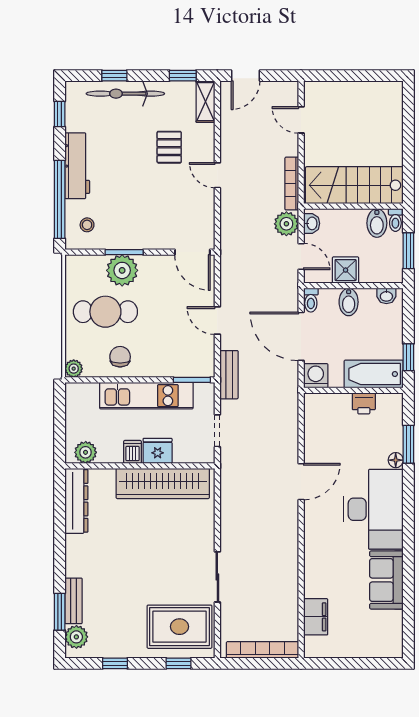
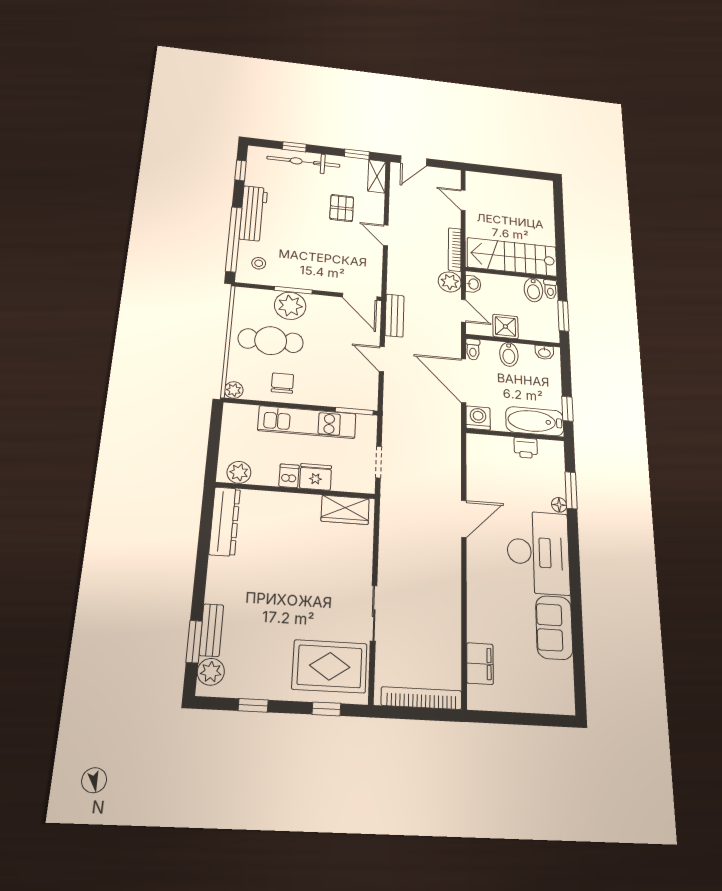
bench: (229, 375) -> (395, 316), moved
wardrobe: (163, 483) -> (345, 510), width x0.48, depth x0.85

